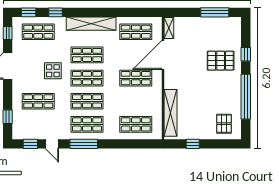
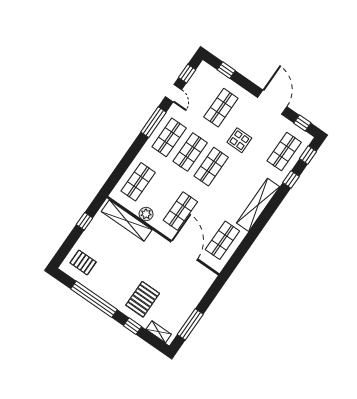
shelving: (169, 28) -> (159, 332), moved
shop shelf: (87, 55) -> (232, 181), removed
plant: (156, 102) -> (146, 214), added
door: (52, 144) -> (174, 93), swing flipped

